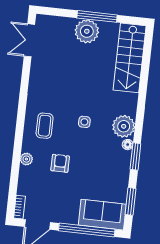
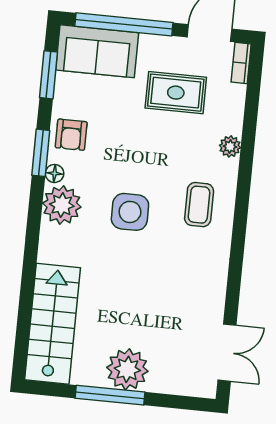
side table: (84, 122) -> (130, 212), width x1.87, depth x1.87
armchair: (60, 163) -> (71, 135), moved
rug: (57, 190) -> (176, 93), added

